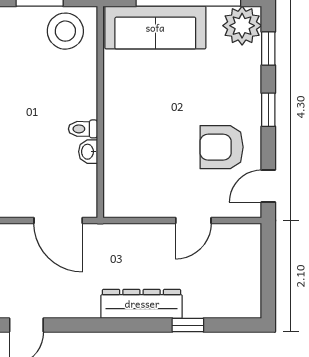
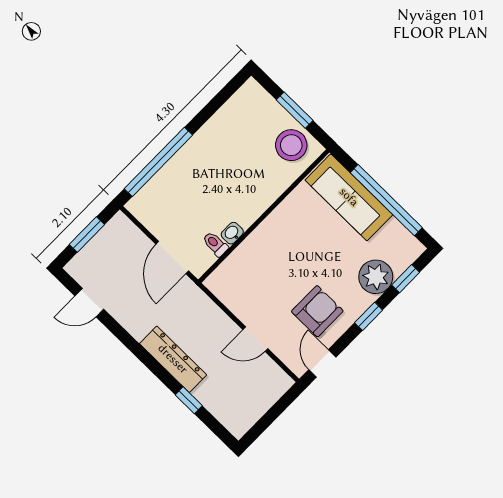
plant: (242, 26) -> (376, 277), moved
toilet: (83, 129) -> (215, 244), moved
armchair: (222, 147) -> (317, 311), turned 90
door: (268, 186) -> (322, 363), hinge flipped

